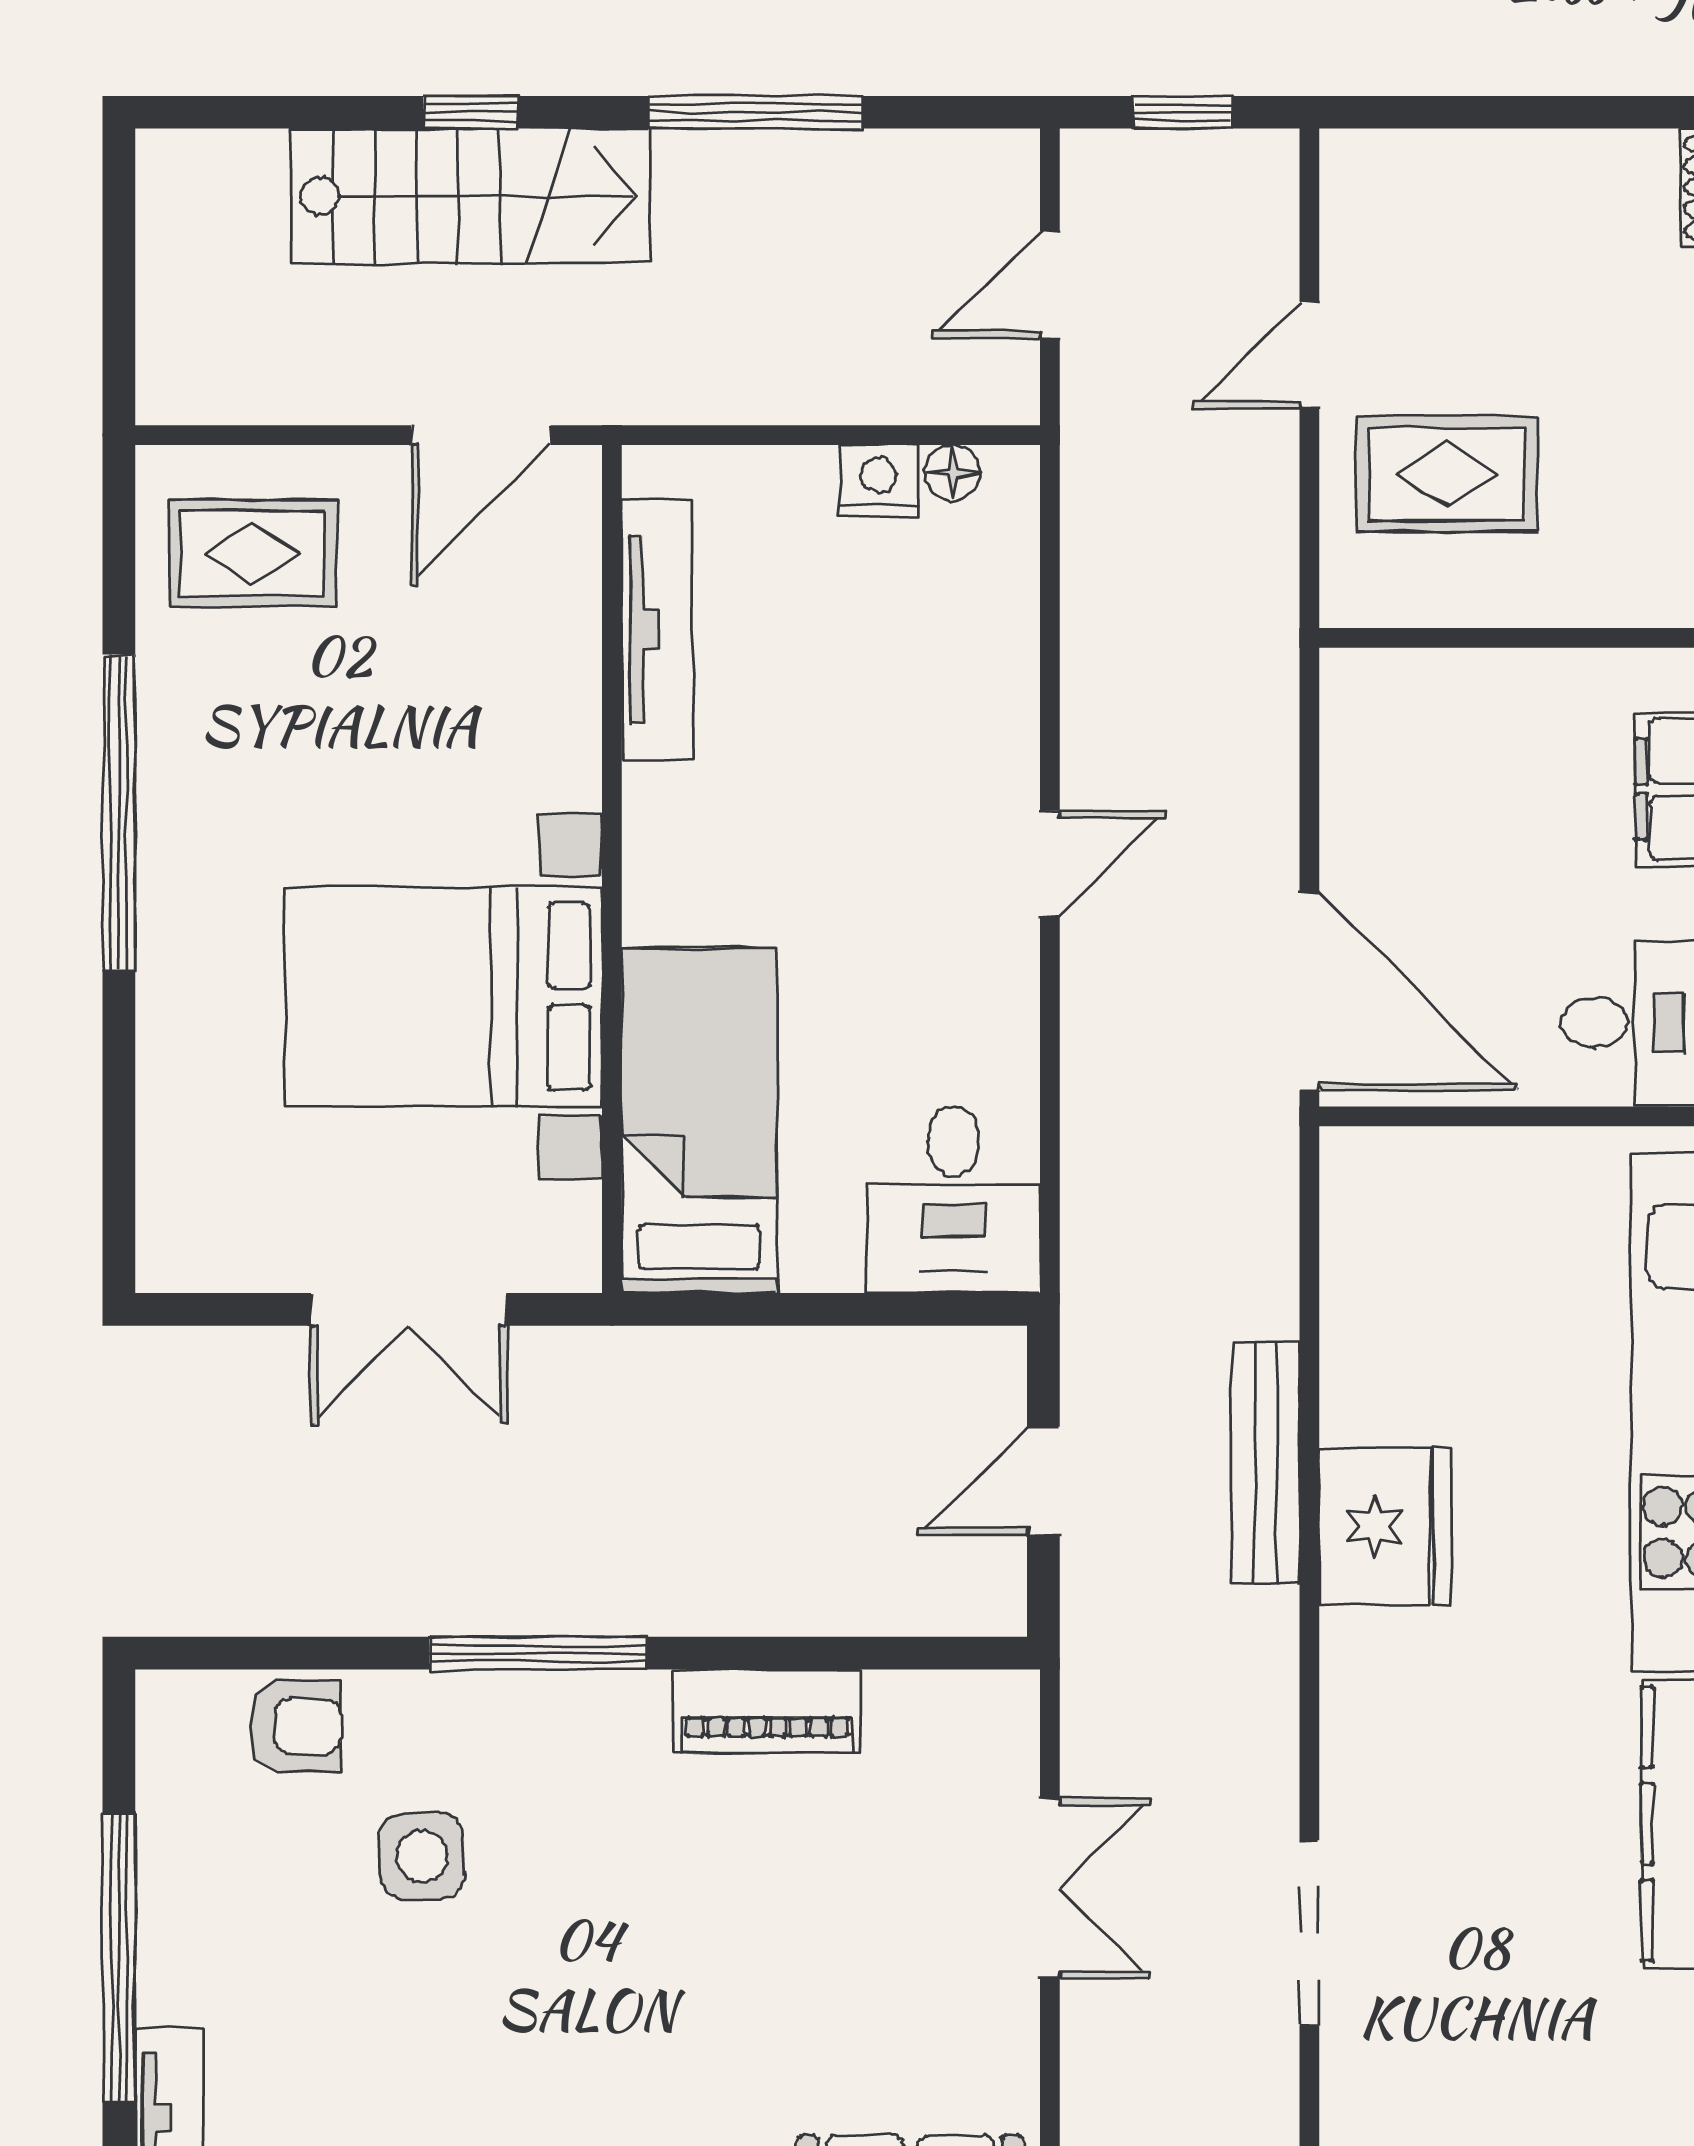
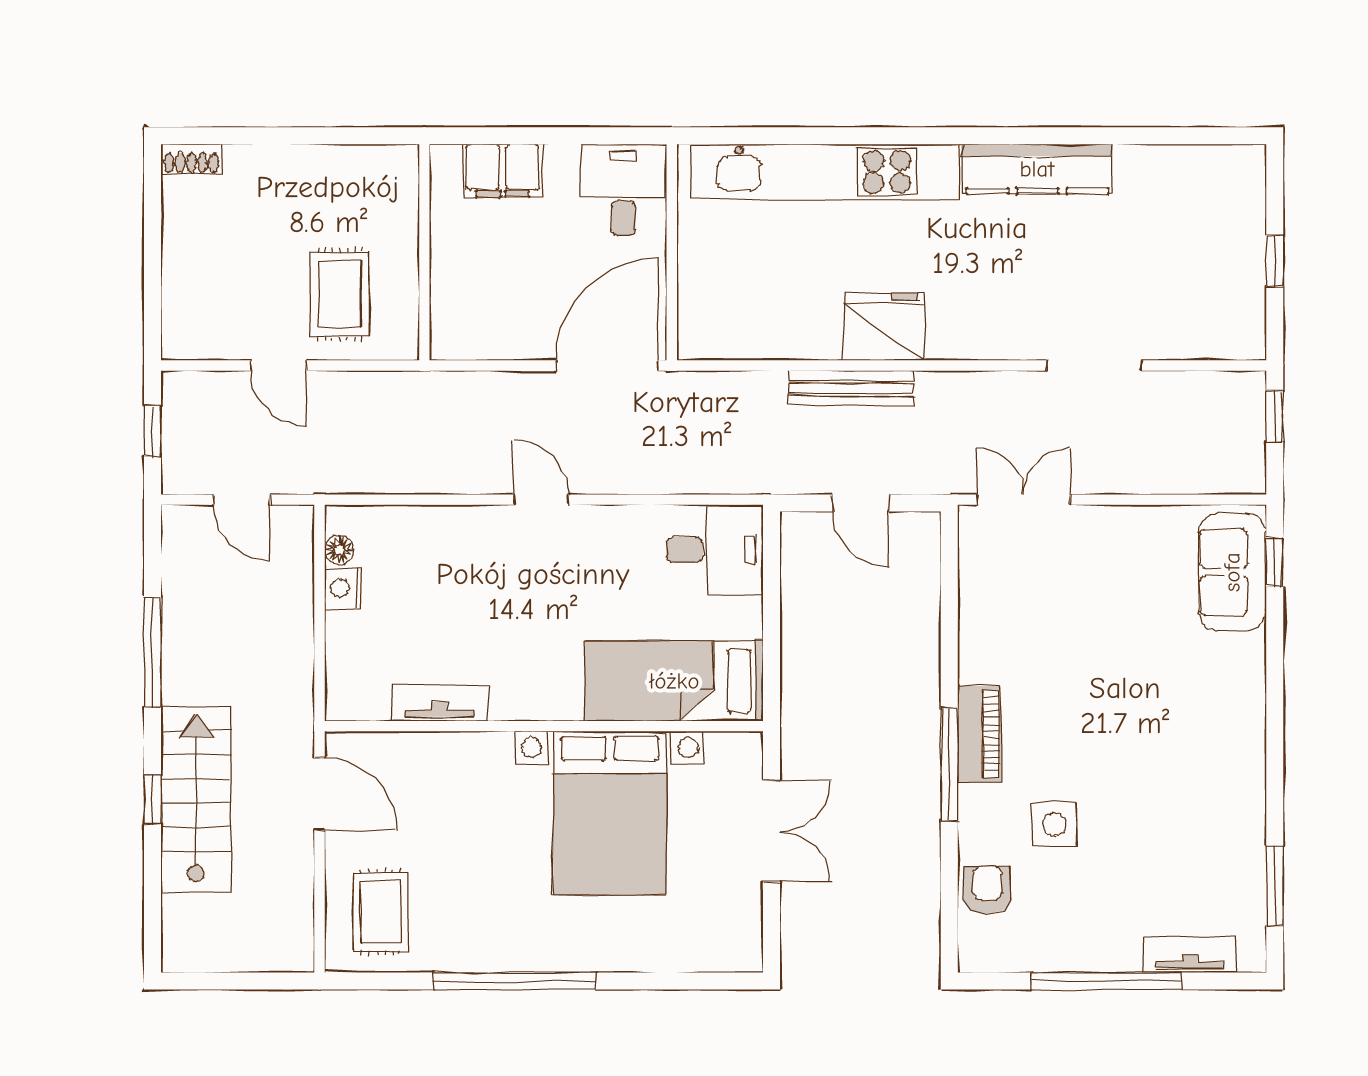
tv unit: (657, 629) -> (440, 703), width x0.71
piano: (767, 1711) -> (979, 734), moved
double door: (1050, 1888) -> (1023, 500), moved

